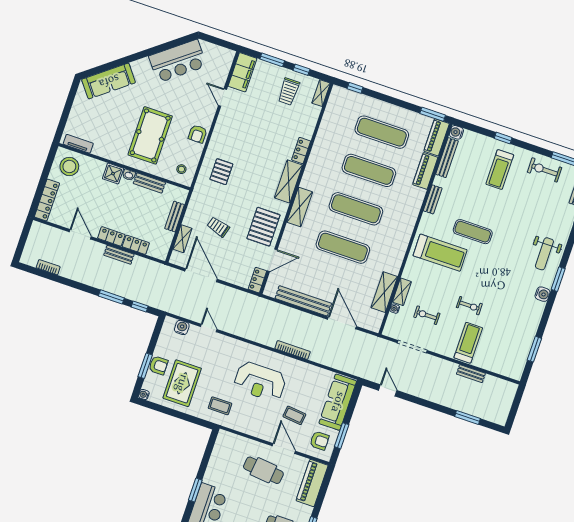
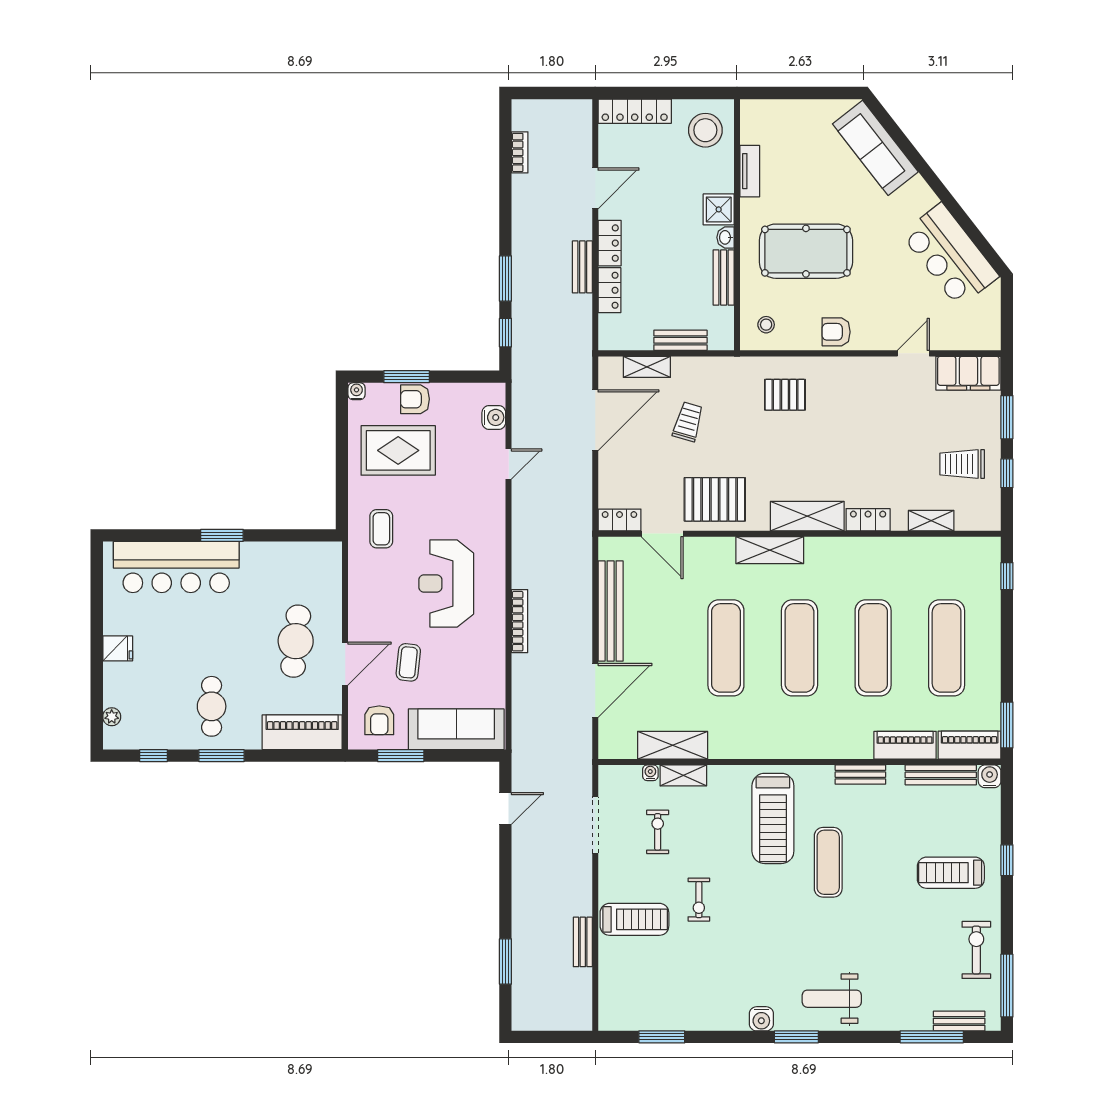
shelving: (321, 93) -> (931, 521), moved
tv unit: (78, 144) -> (750, 171), moved
armchair: (158, 365) -> (415, 399), turned 90

